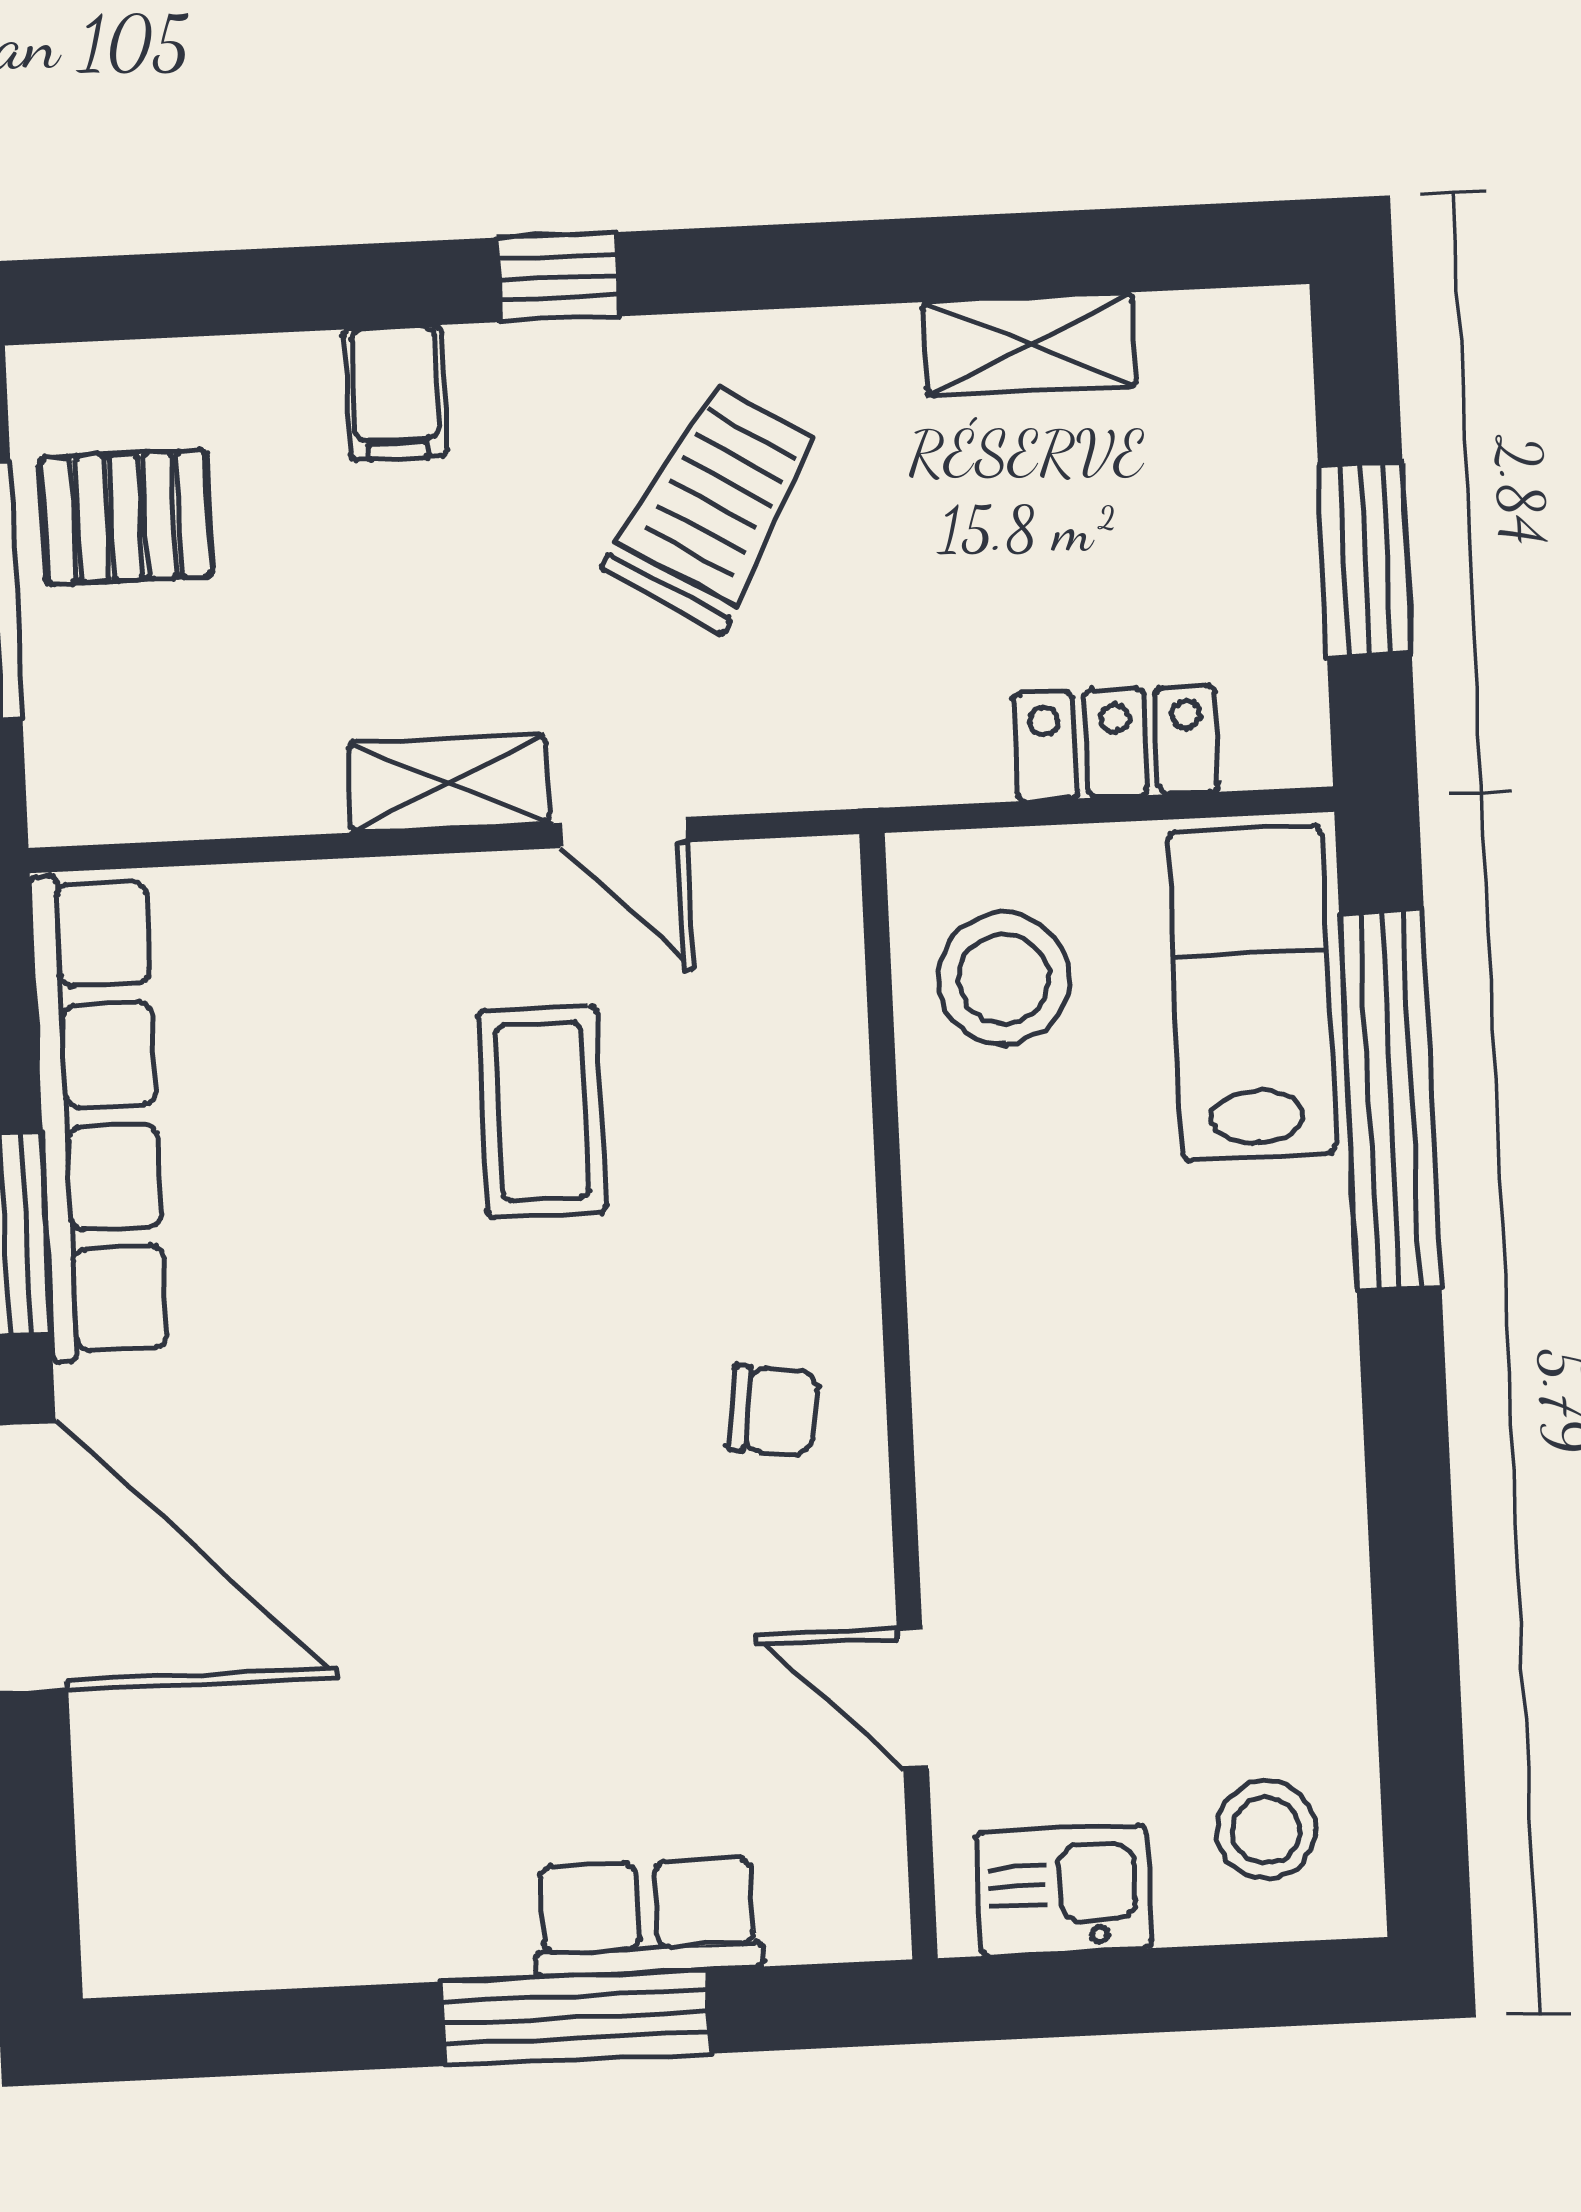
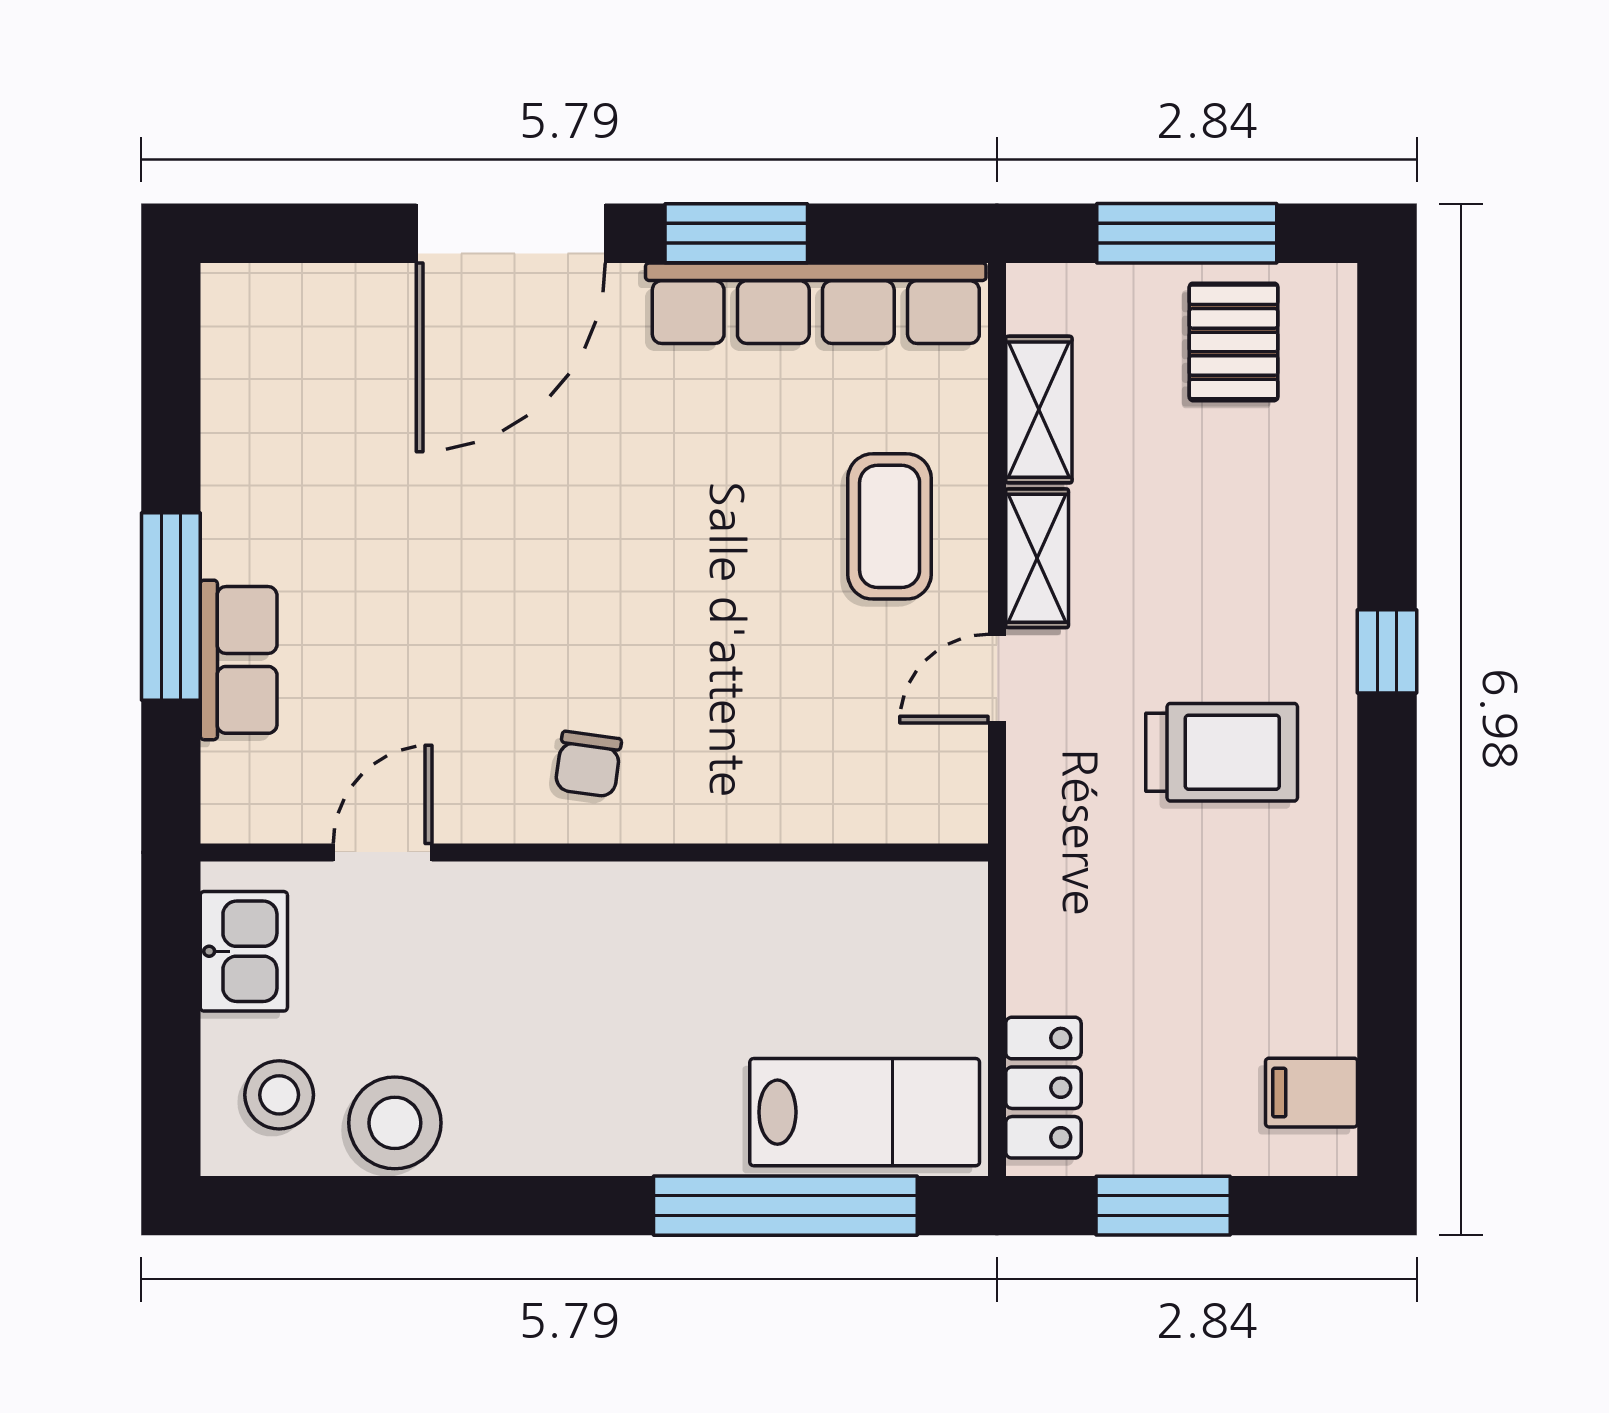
shelving: (1030, 344) -> (1039, 410), moved
filing cabinet: (395, 393) -> (1311, 1093), moved
trolley: (713, 507) -> (1222, 752), turned -31
locker: (1116, 743) -> (1043, 1088), moved
stool: (1004, 979) -> (395, 1123), moved
coffee table: (542, 1111) -> (890, 526), moved, turned 90

